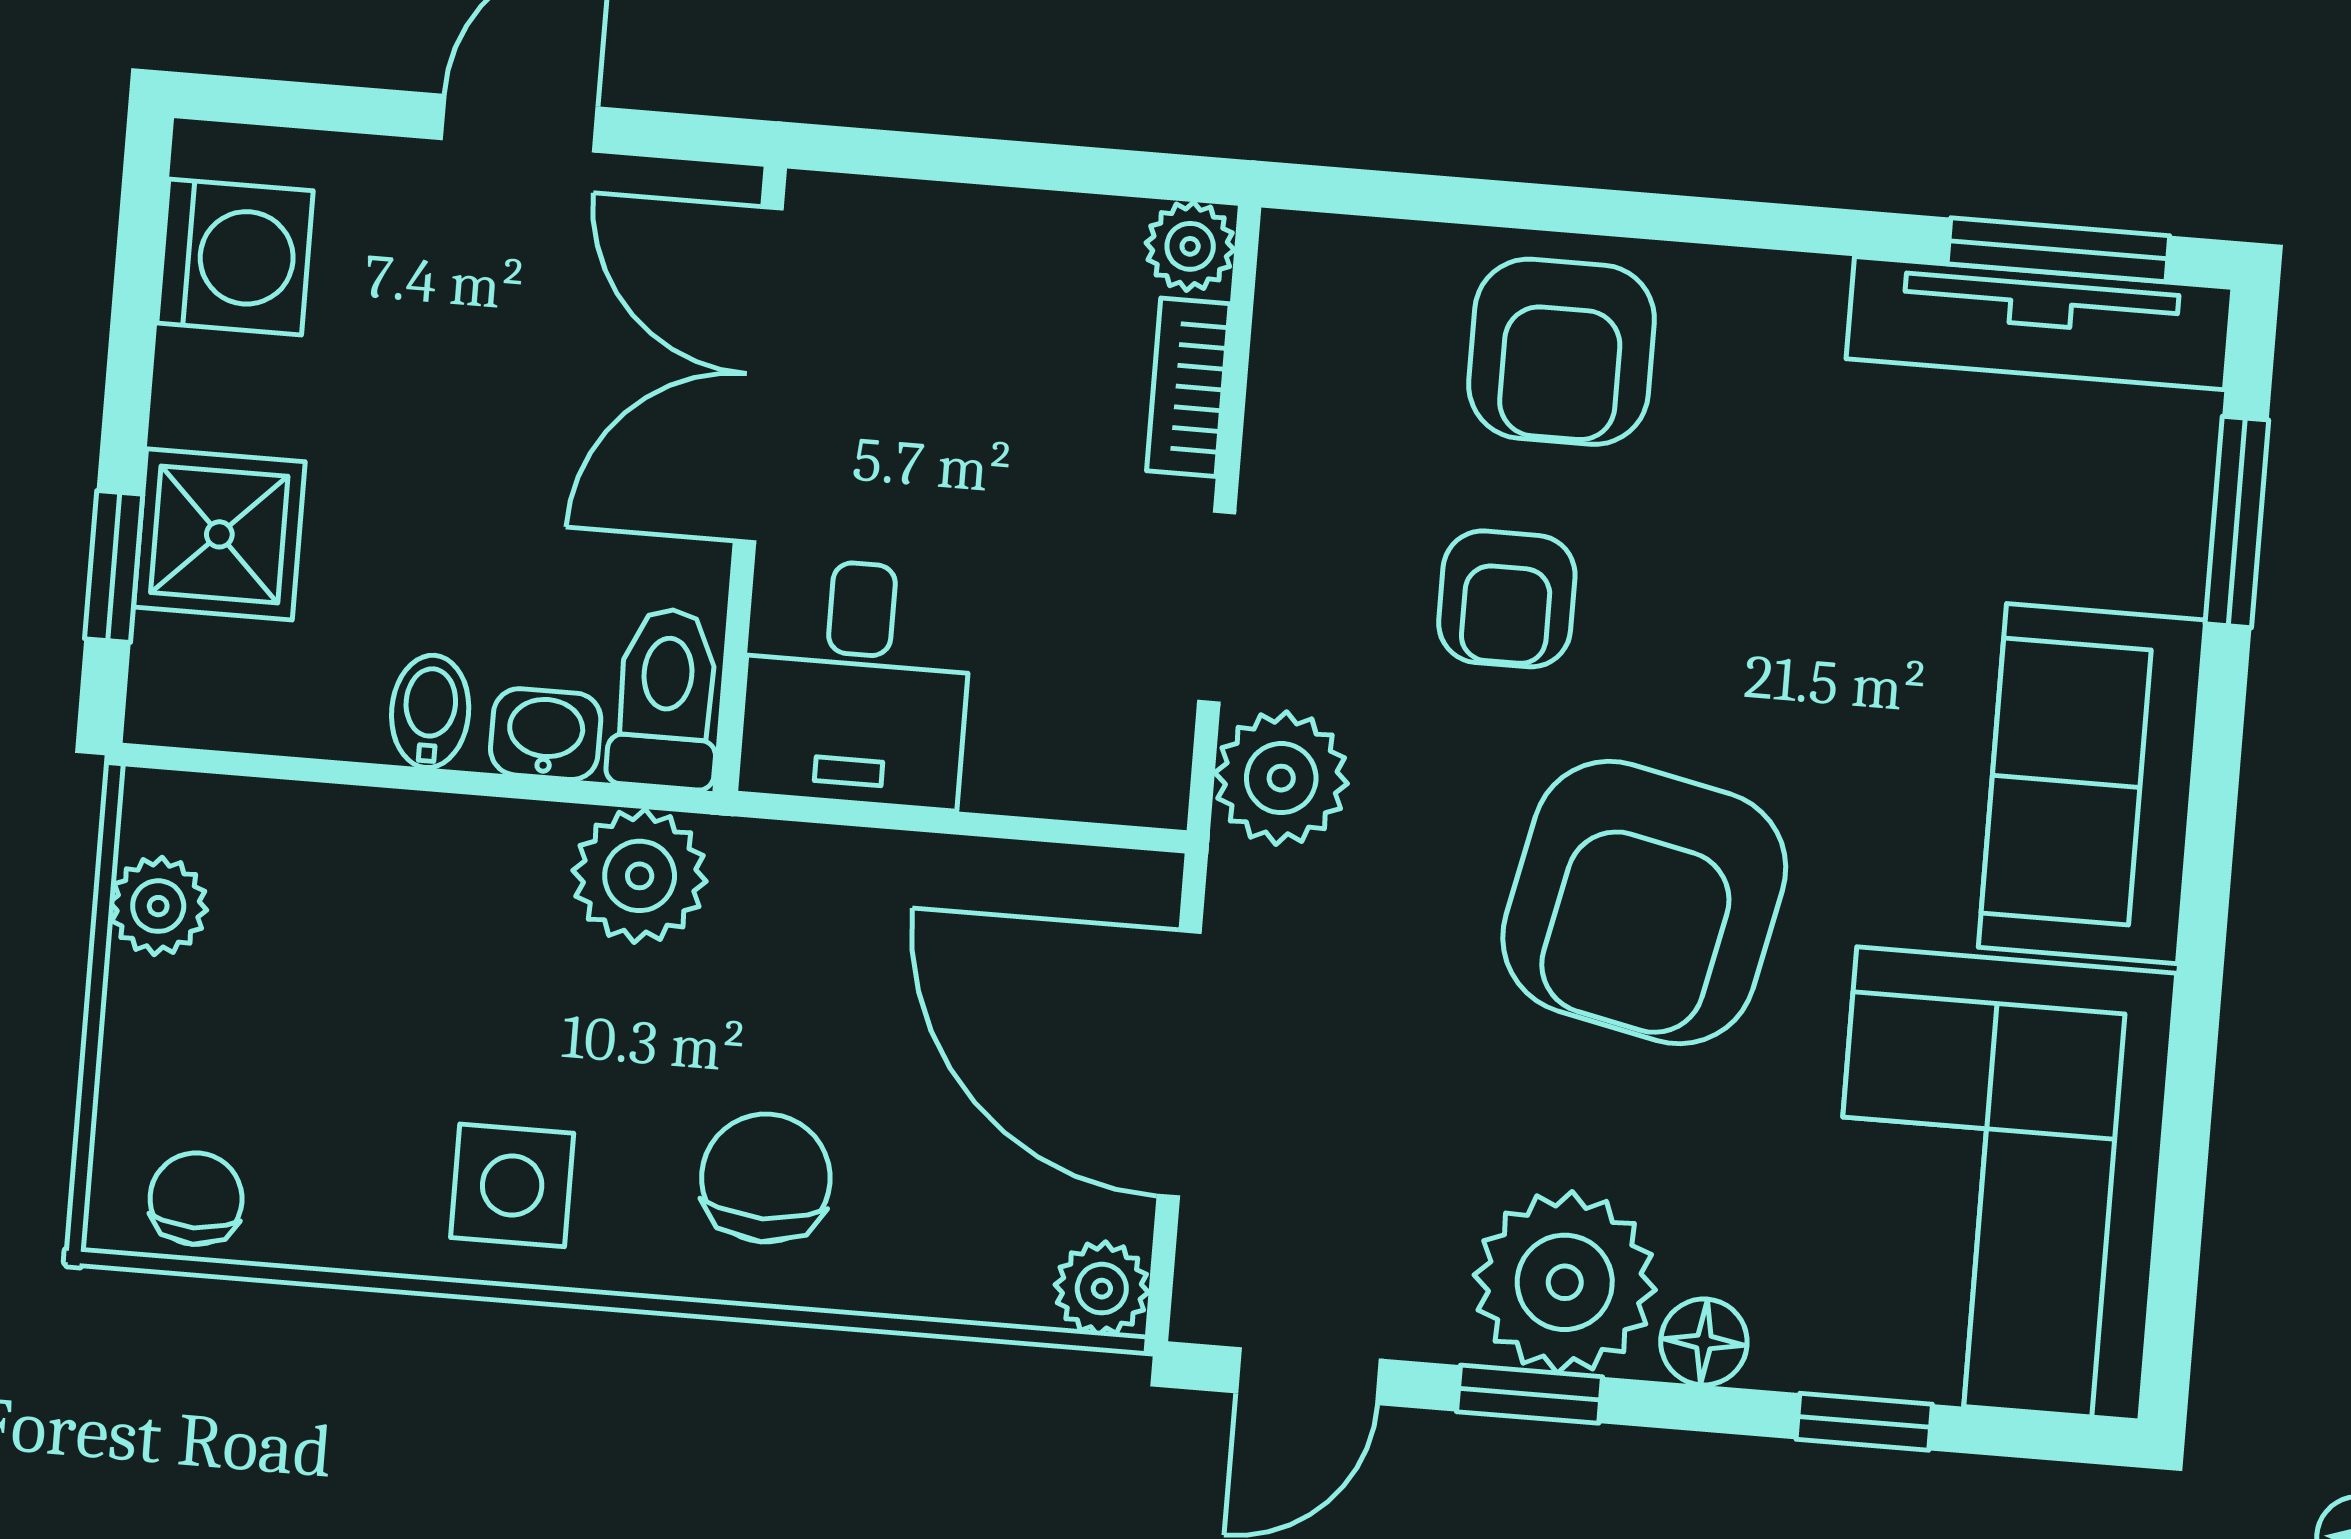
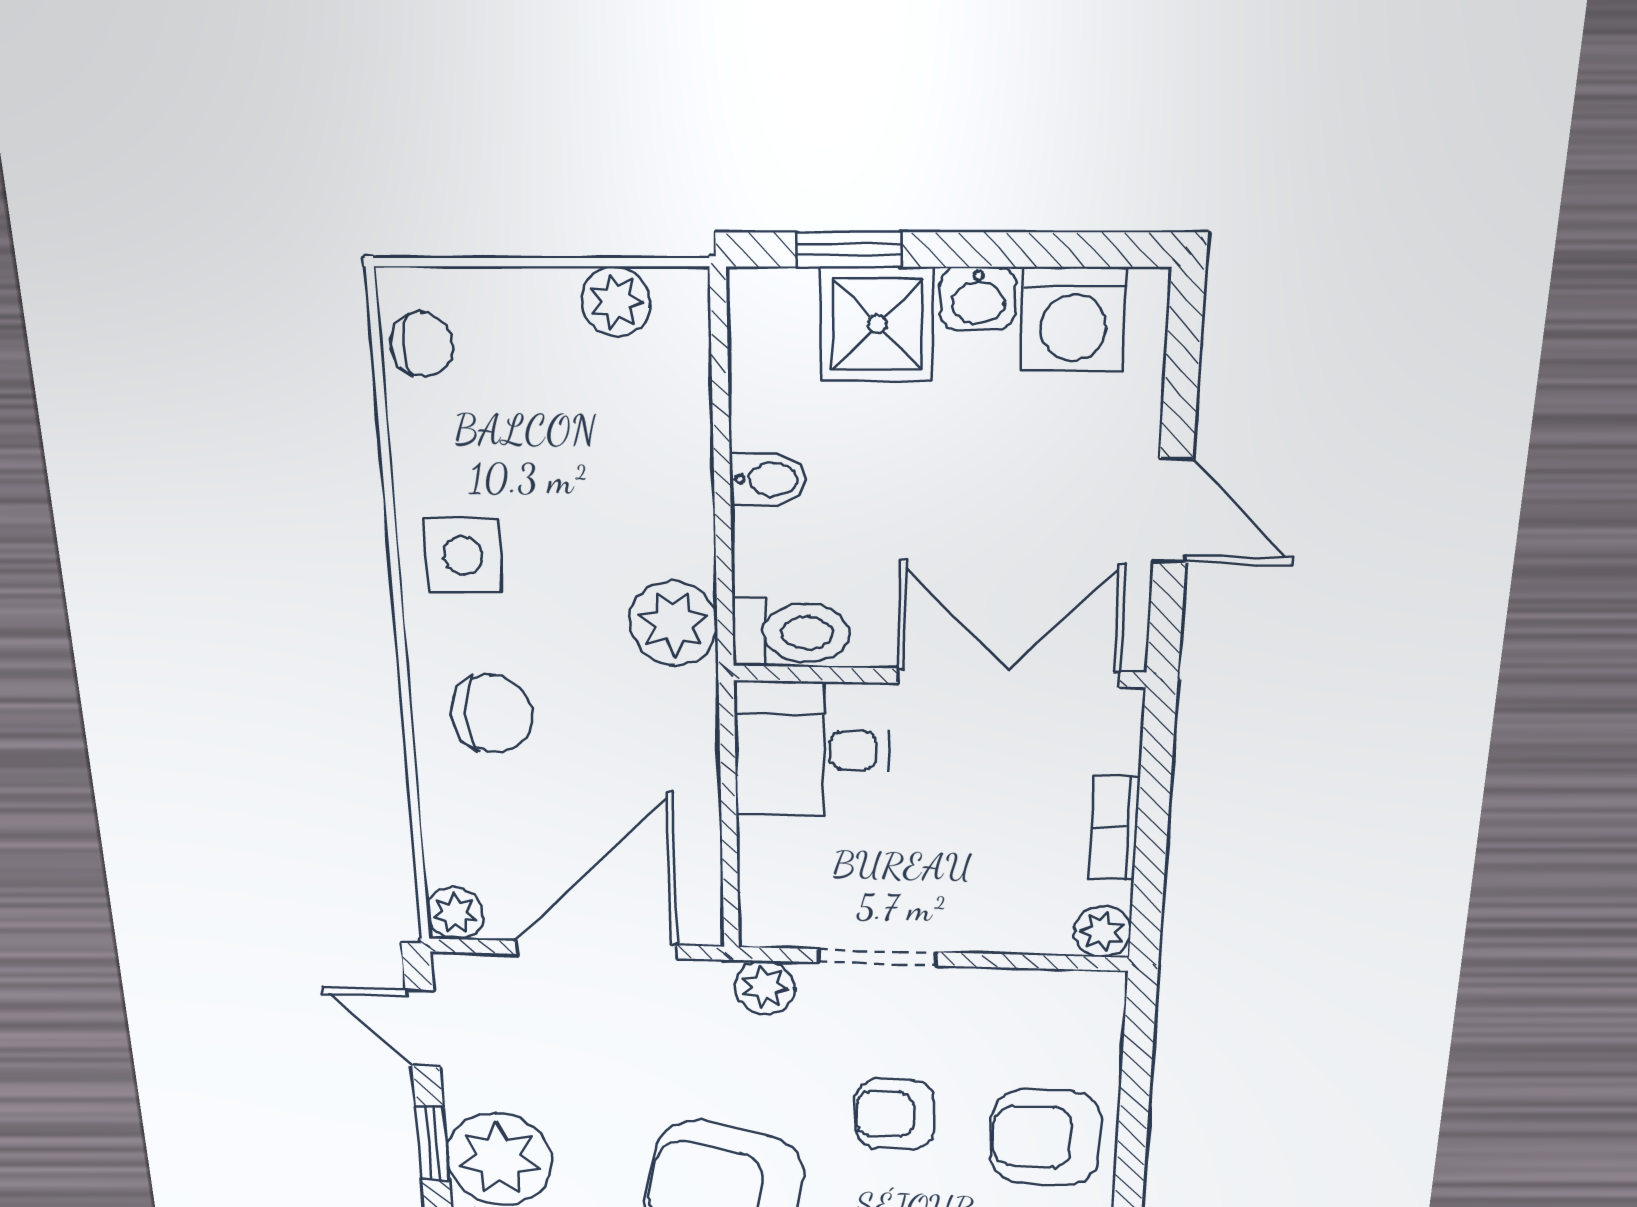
bookcase: (1188, 387) -> (1115, 828), moved, turned -90
washbasin: (546, 734) -> (978, 298), moved, turned 90
plant: (1281, 778) -> (765, 988), width x0.73, depth x0.73

